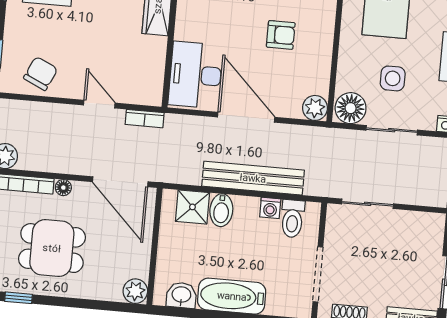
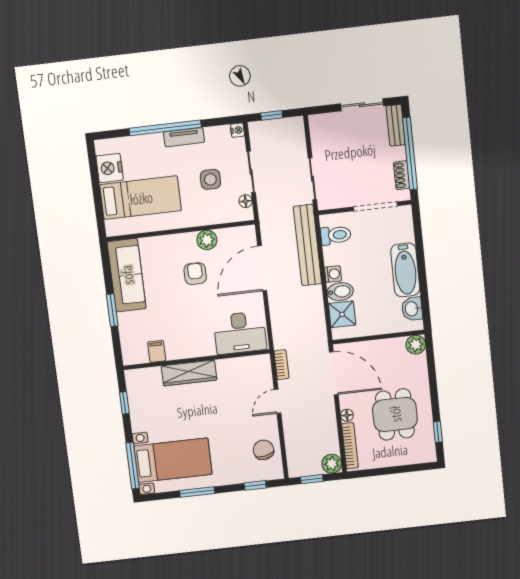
chair: (41, 74) -> (263, 450), turned 54
plant: (315, 108) -> (207, 240), moved
floor lamp: (351, 108) -> (246, 201), width x0.53, depth x0.53
door: (246, 117) -> (262, 268), moved
bench: (253, 178) -> (307, 245), moved
door: (120, 182) -> (334, 373), hinge flipped
washing machine: (270, 208) -> (333, 274), moved

